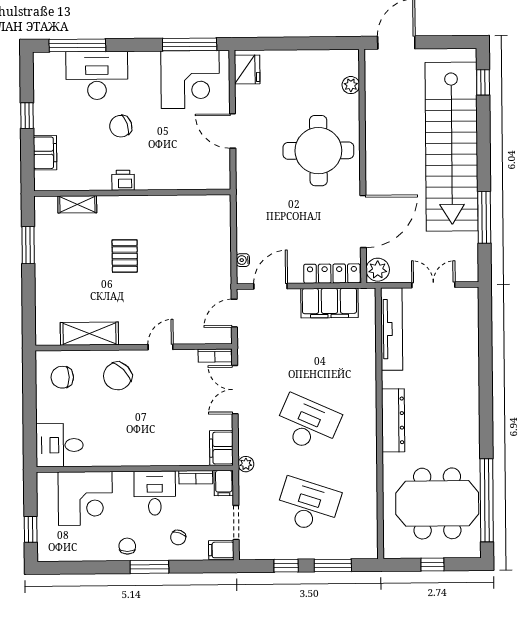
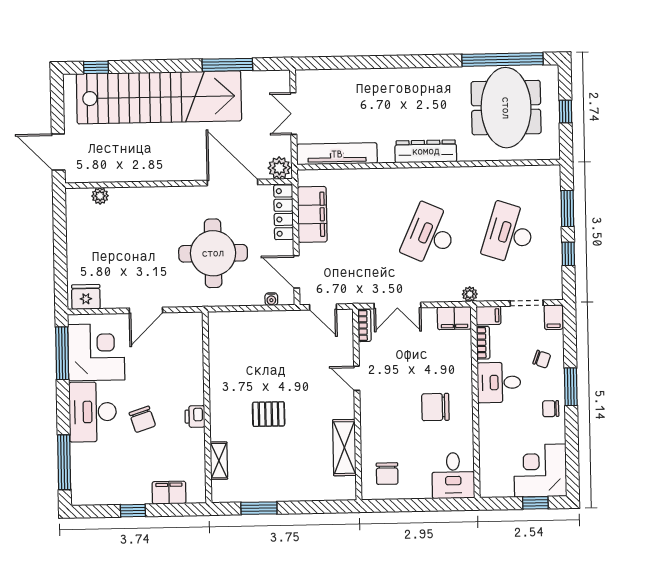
desk: (97, 75) -> (93, 412), moved
round table: (318, 151) -> (213, 253), moved
chair: (118, 376) -> (435, 407), moved, turned 134
corner desk: (85, 498) -> (540, 471), moved, turned -90

